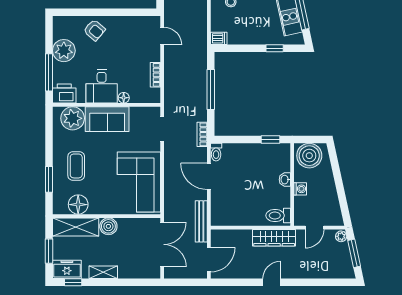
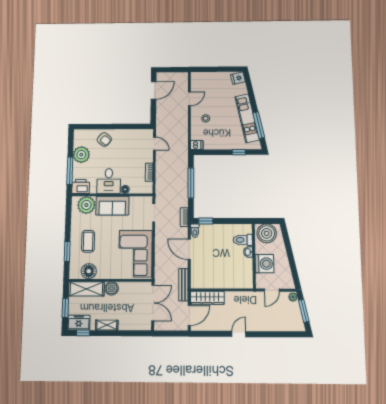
window: (271, 140) -> (206, 221), moved
washing machine: (300, 189) -> (265, 264), width x1.89, depth x1.89
toilet: (278, 216) -> (243, 240), moved
wardrobe: (274, 238) -> (207, 298), moved

